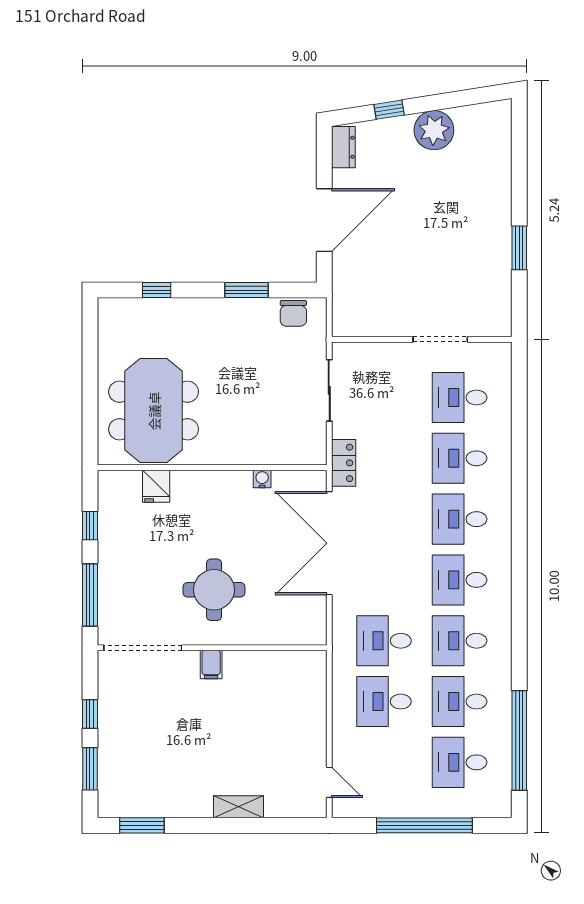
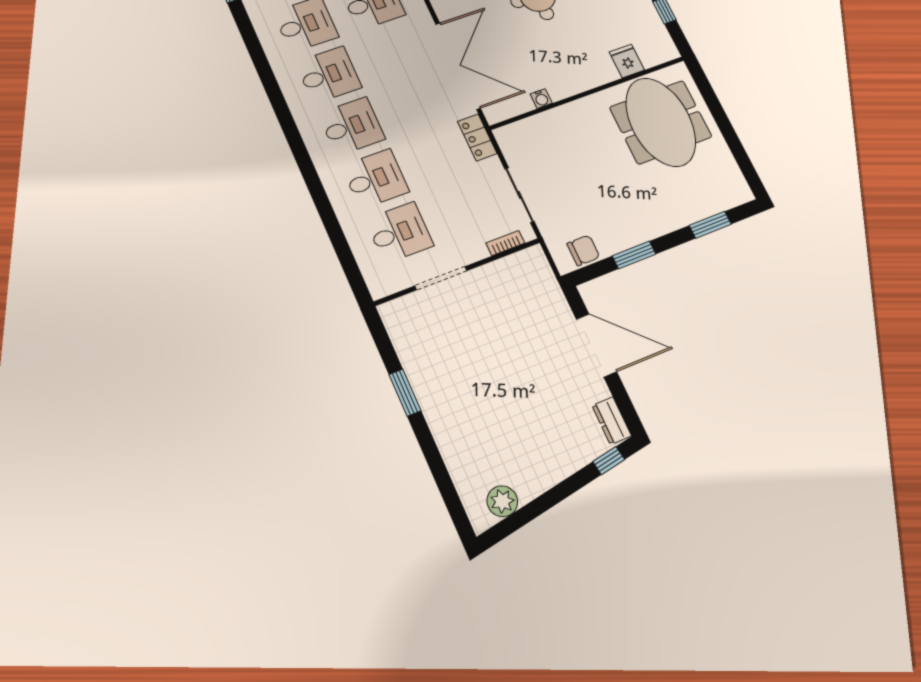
window: (389, 110) -> (609, 461), moved
plant: (434, 130) -> (502, 501), moved, width x0.73, depth x0.73
door: (324, 220) -> (596, 345), swing flipped
window: (157, 290) -> (710, 225), width x1.50
chair: (293, 313) -> (583, 250), turned 90
bookcase: (364, 349) -> (505, 243), added

